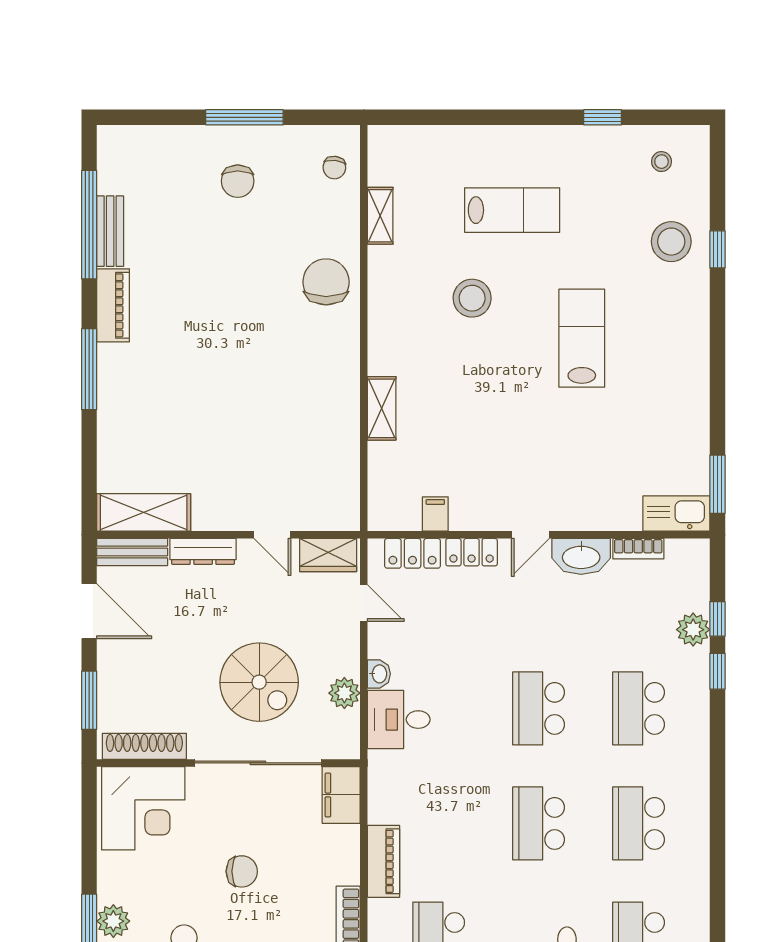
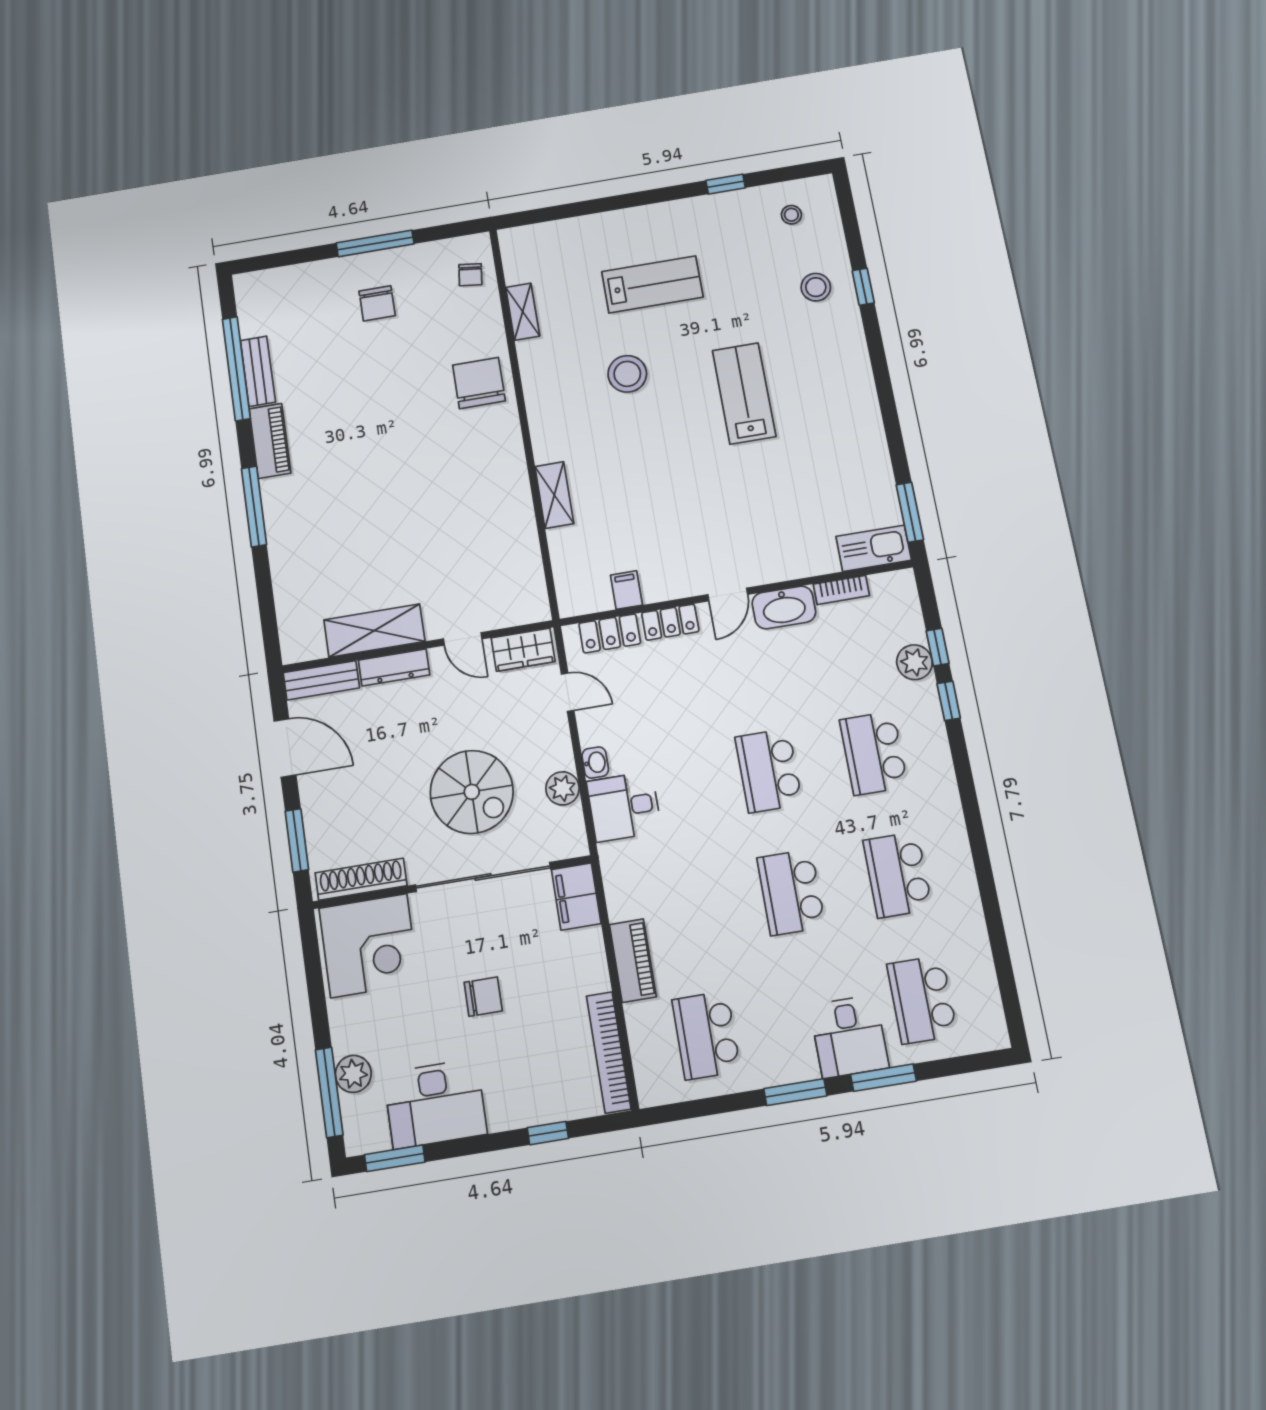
stool: (671, 242) -> (816, 287), width x0.73, depth x0.73
shelving: (144, 512) -> (374, 631), moved

